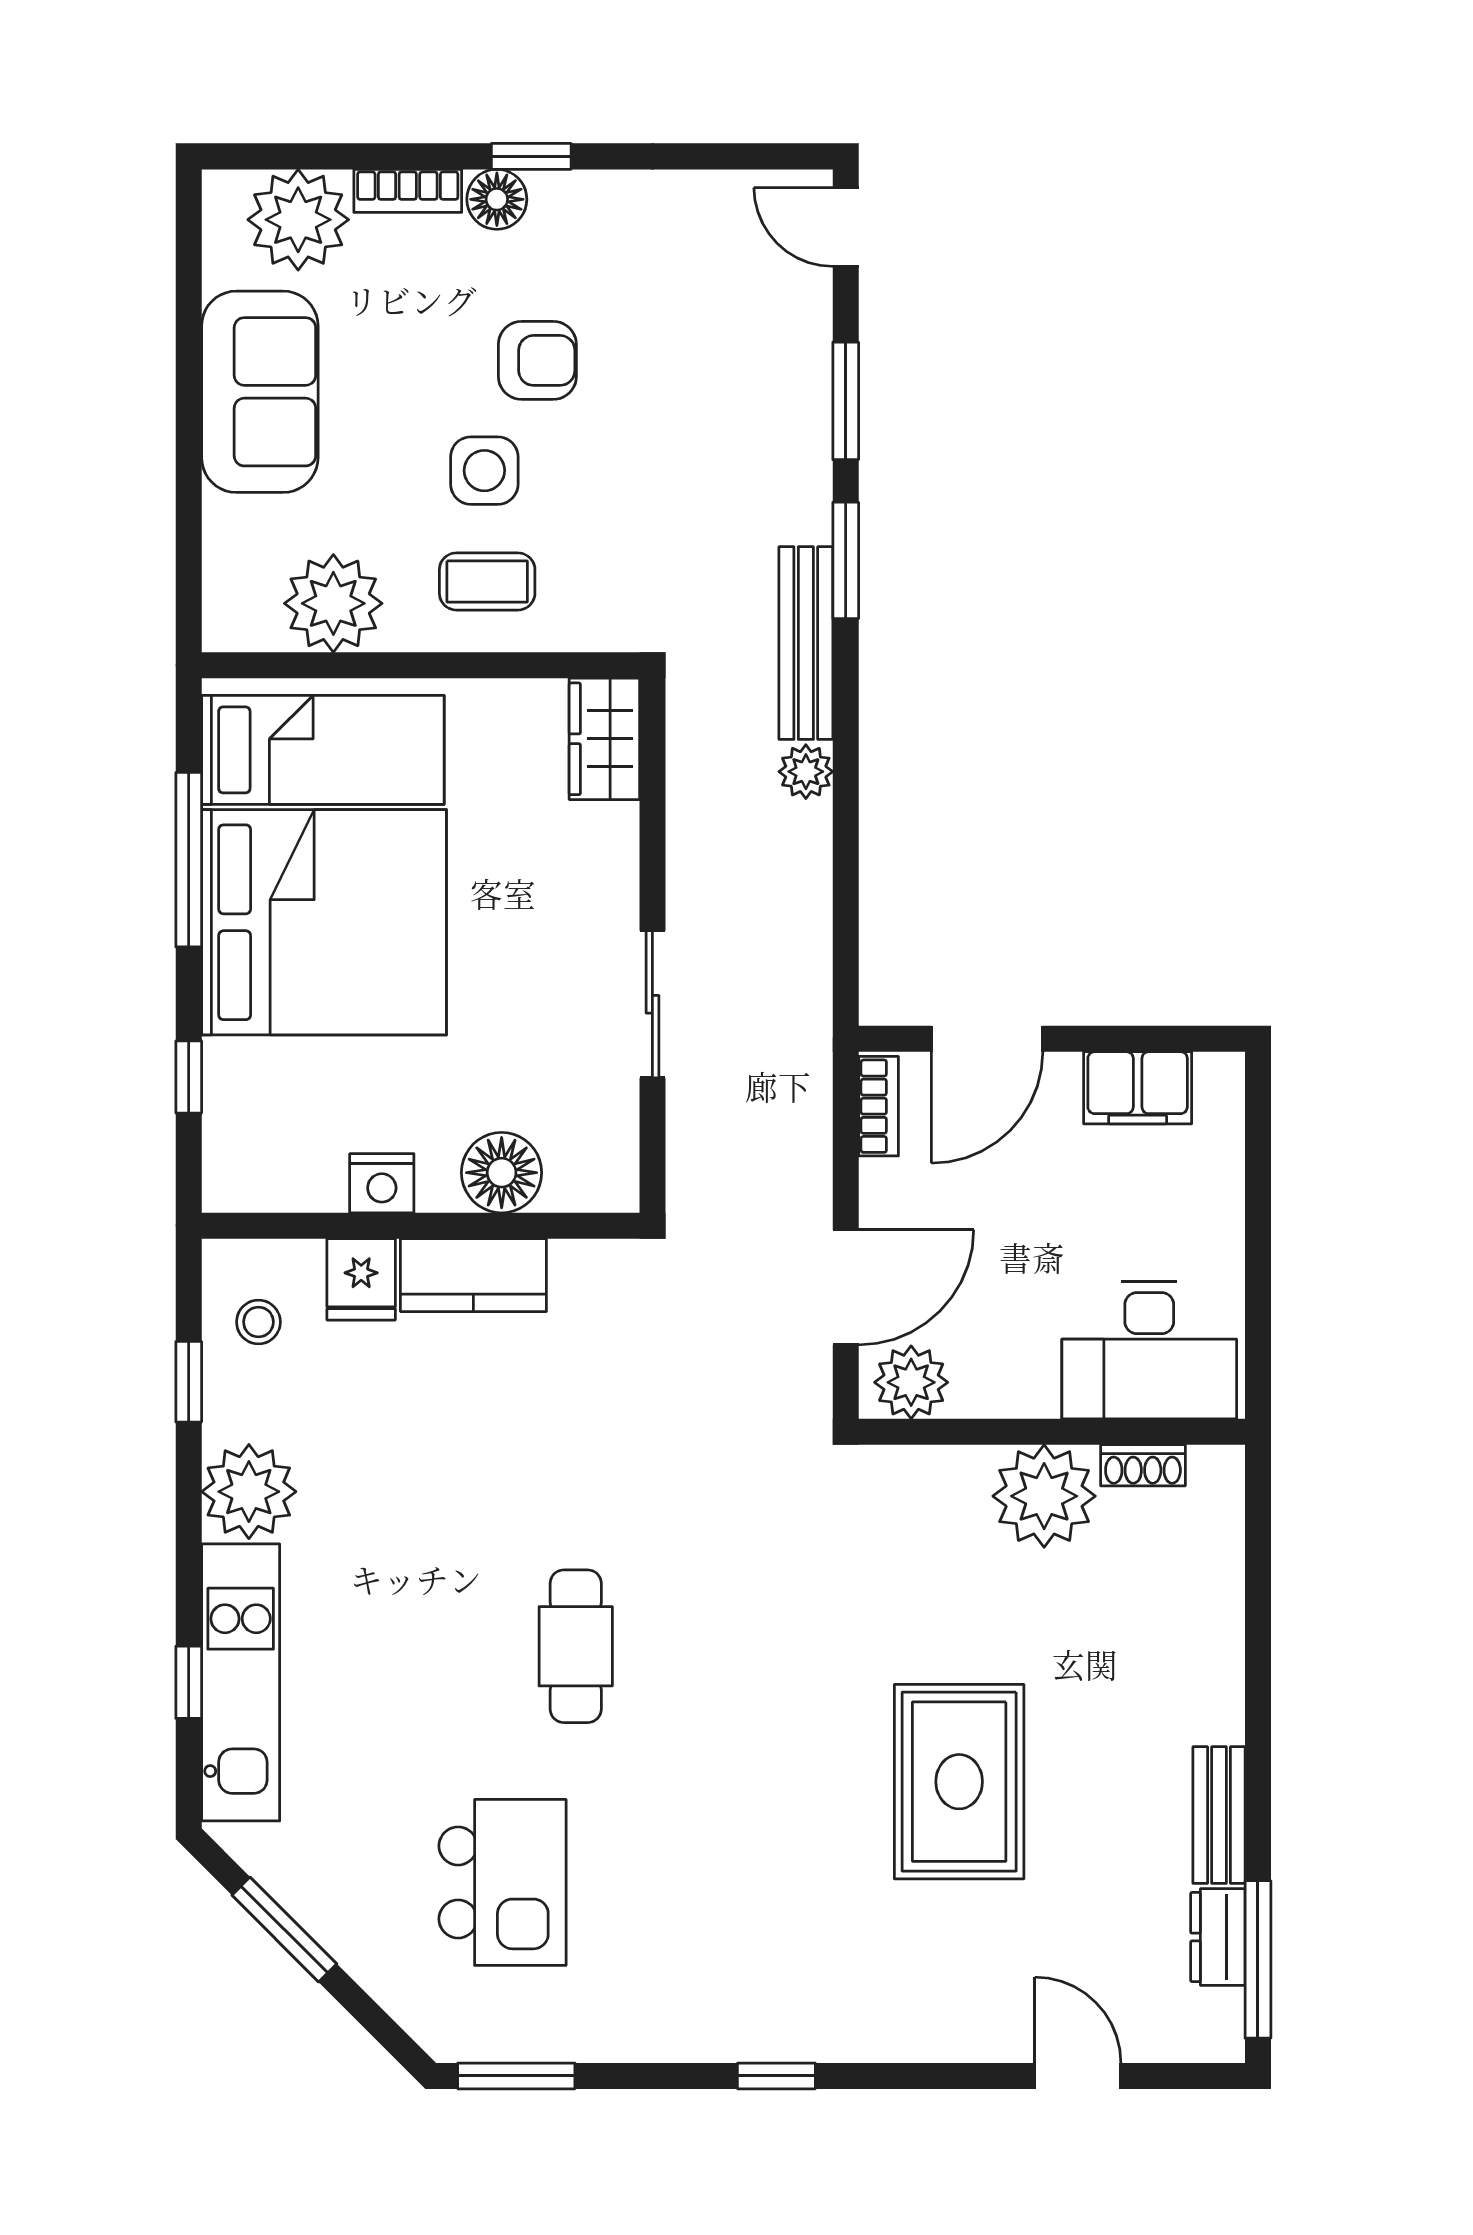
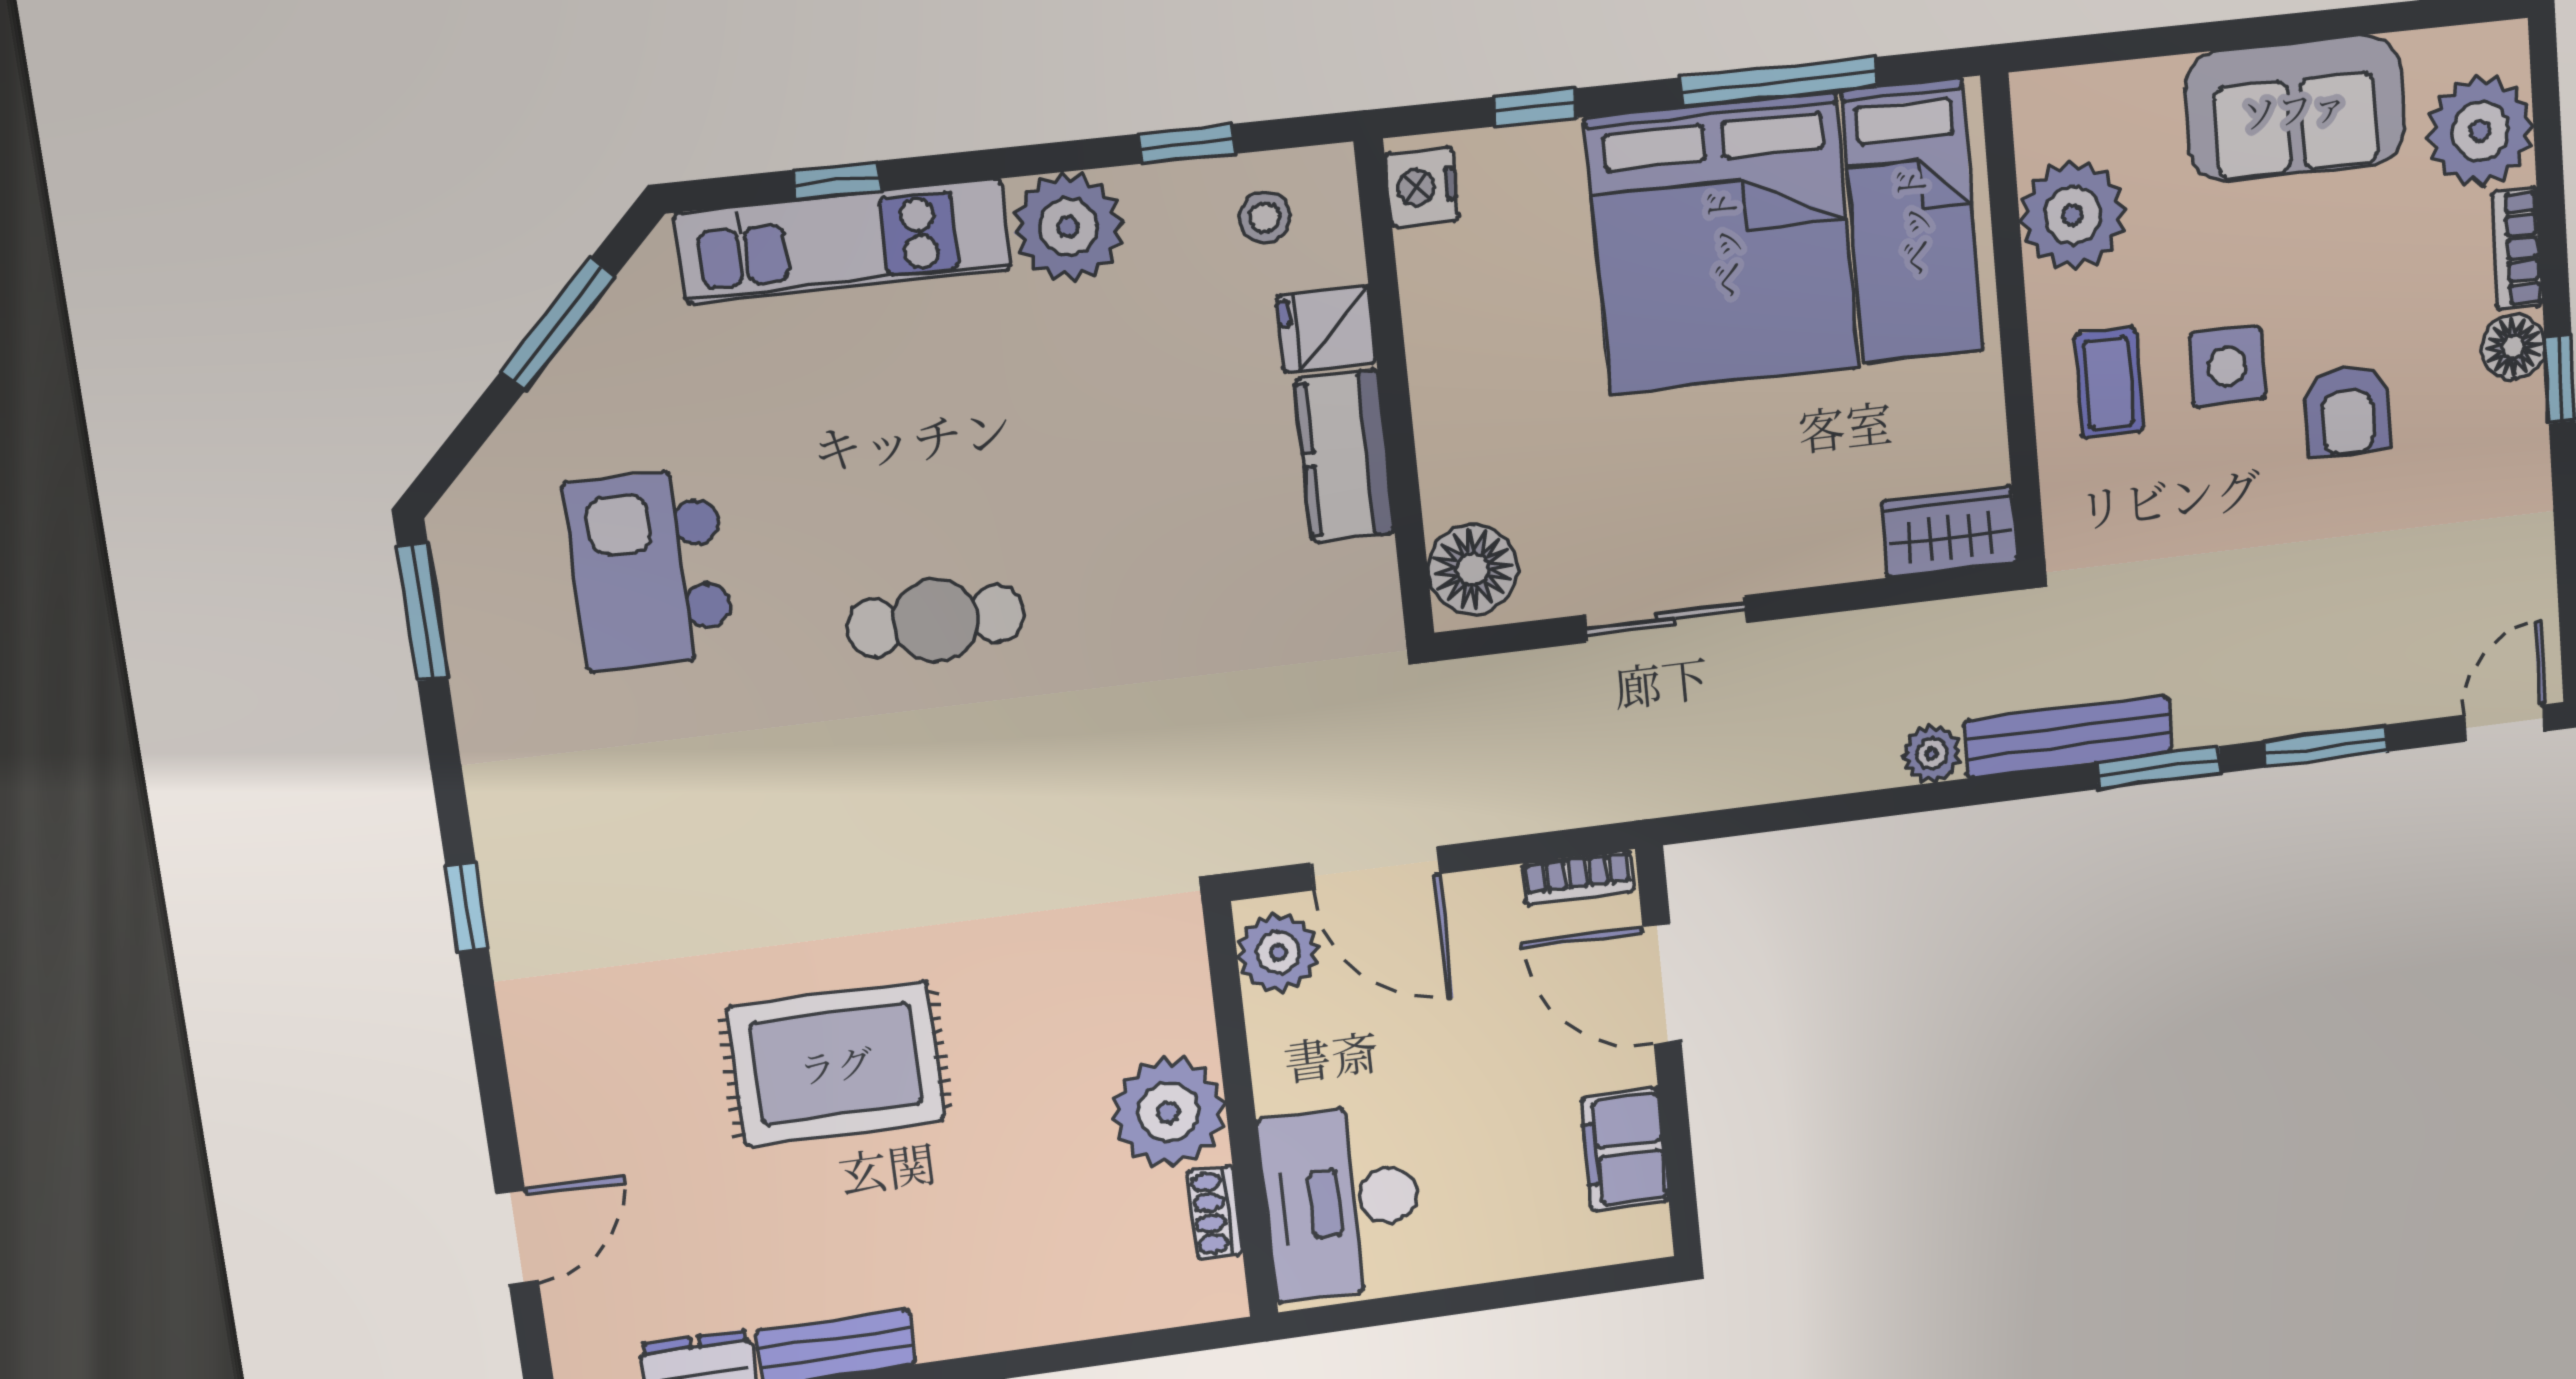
floor lamp: (502, 1173) -> (1473, 569), moved
nightstand: (382, 1183) -> (1422, 187), moved
kitchen island: (503, 1882) -> (650, 570), turned 90

